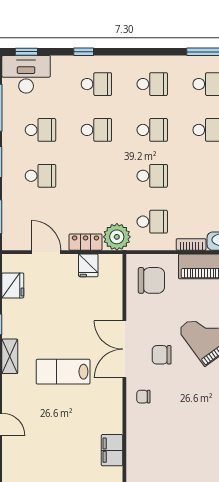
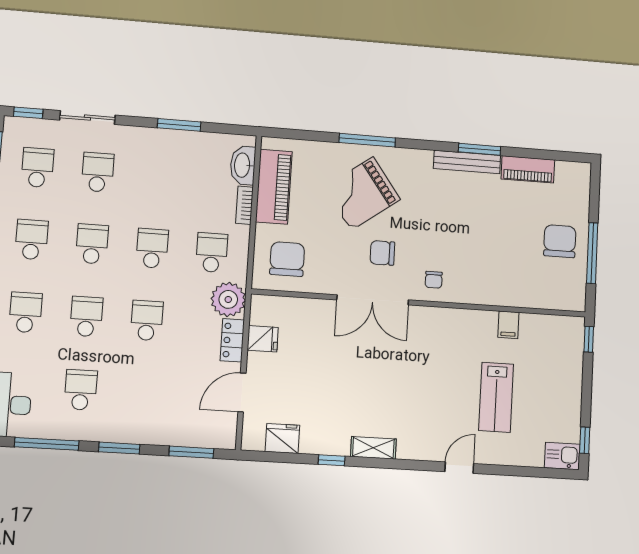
school desk: (40, 176) -> (147, 321), moved
chair: (162, 355) -> (382, 253), turned 90
lab bench: (63, 372) -> (496, 397), moved
filing cabinet: (112, 450) -> (508, 325), width x0.50

